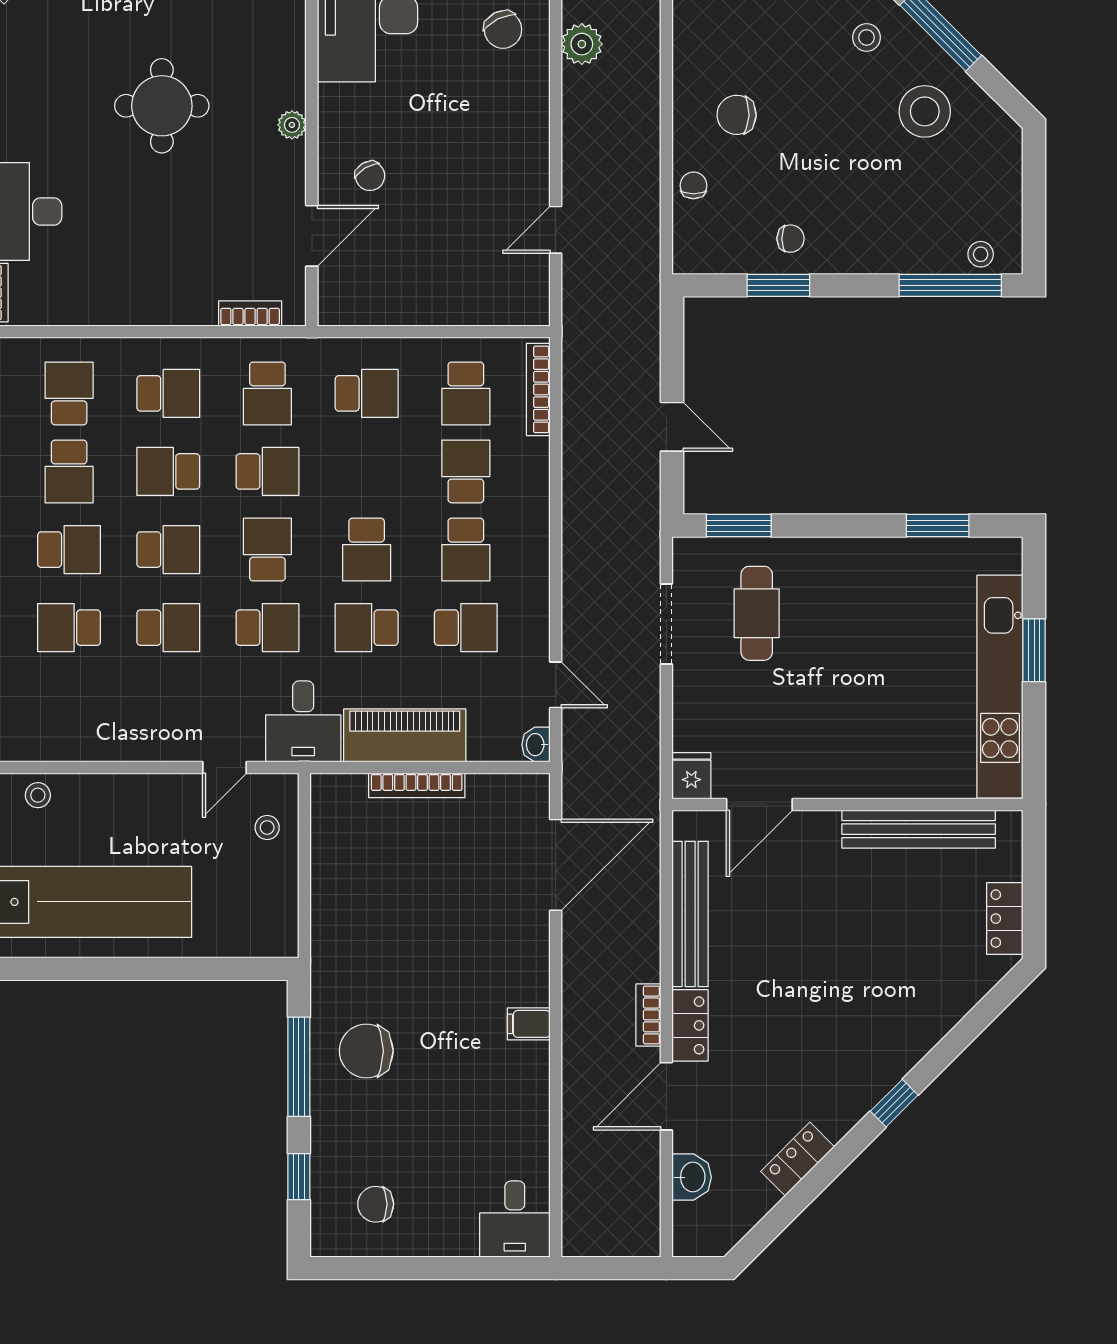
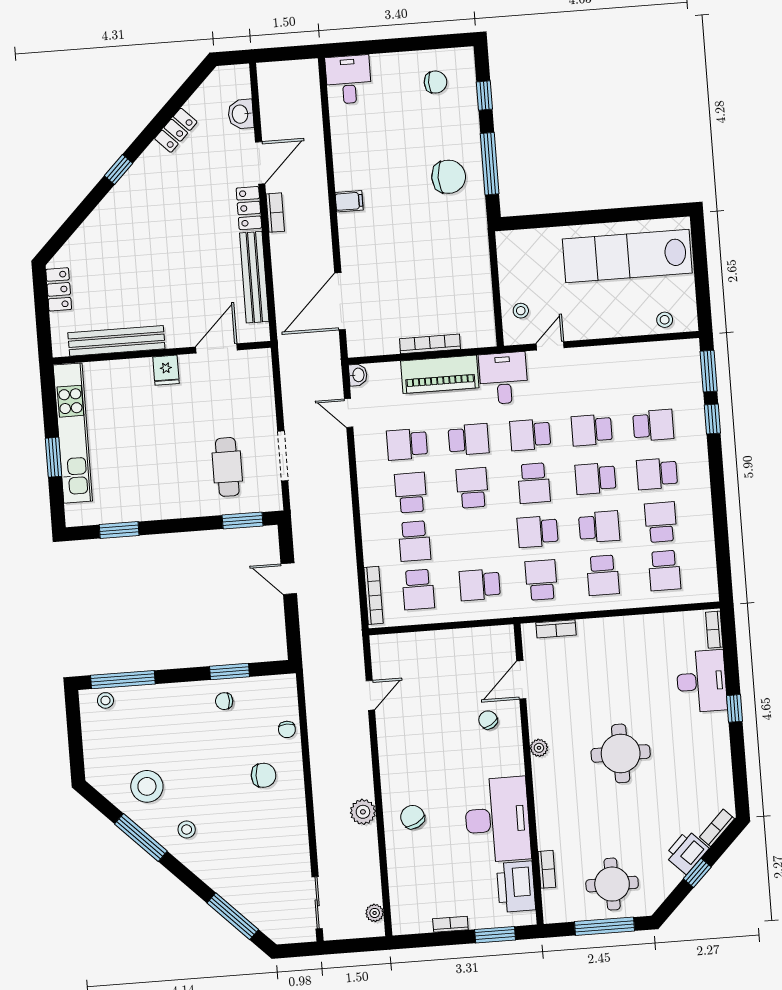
school desk: (168, 393) -> (603, 575), turned -90
school desk: (466, 393) -> (418, 590), turned 180
fridge: (691, 776) -> (166, 370), moved

